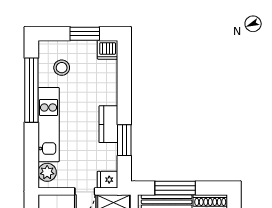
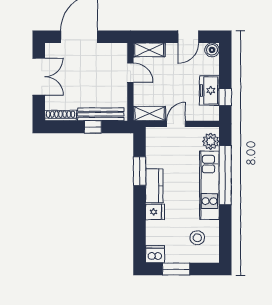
window: (31, 90) -> (225, 175), moved
fridge: (108, 180) -> (155, 212), moved
window: (175, 188) -> (93, 127), width x0.46

